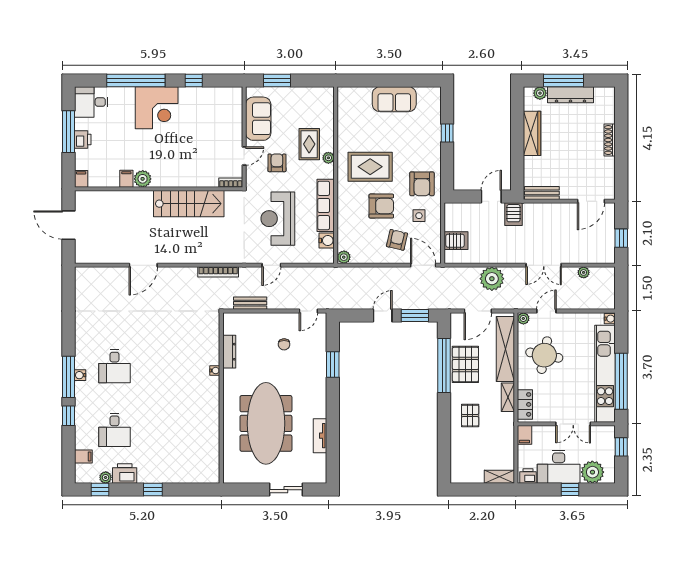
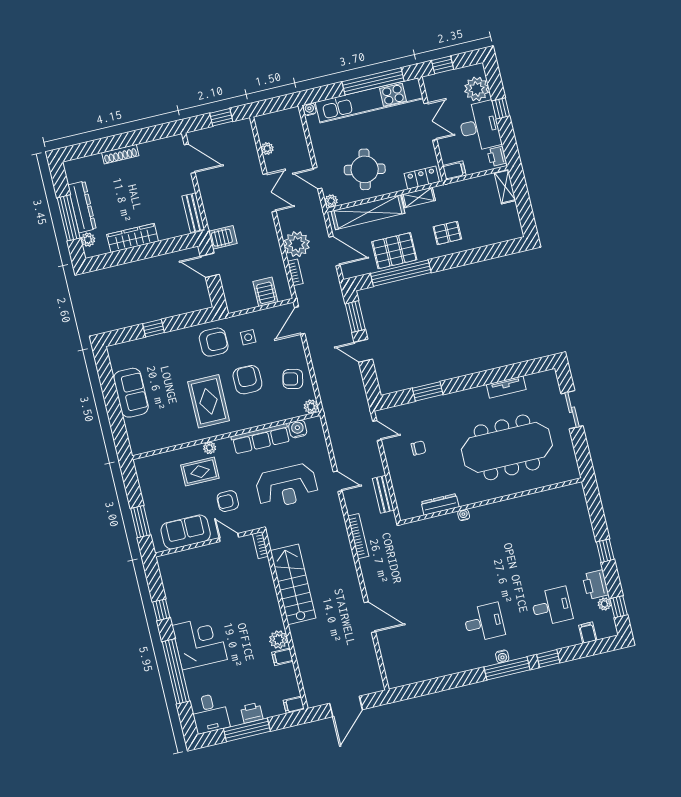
armchair: (397, 240) -> (293, 379), moved
bookcase: (467, 271) -> (295, 272), added

